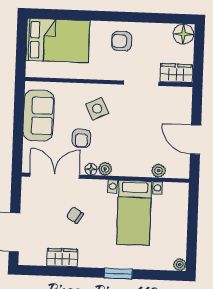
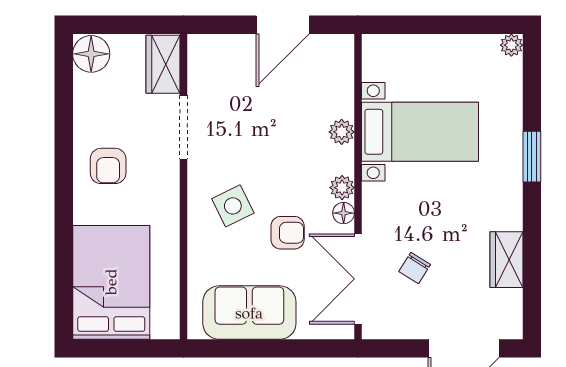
plant: (159, 171) -> (342, 132), moved
chair: (75, 215) -> (415, 268), moved

